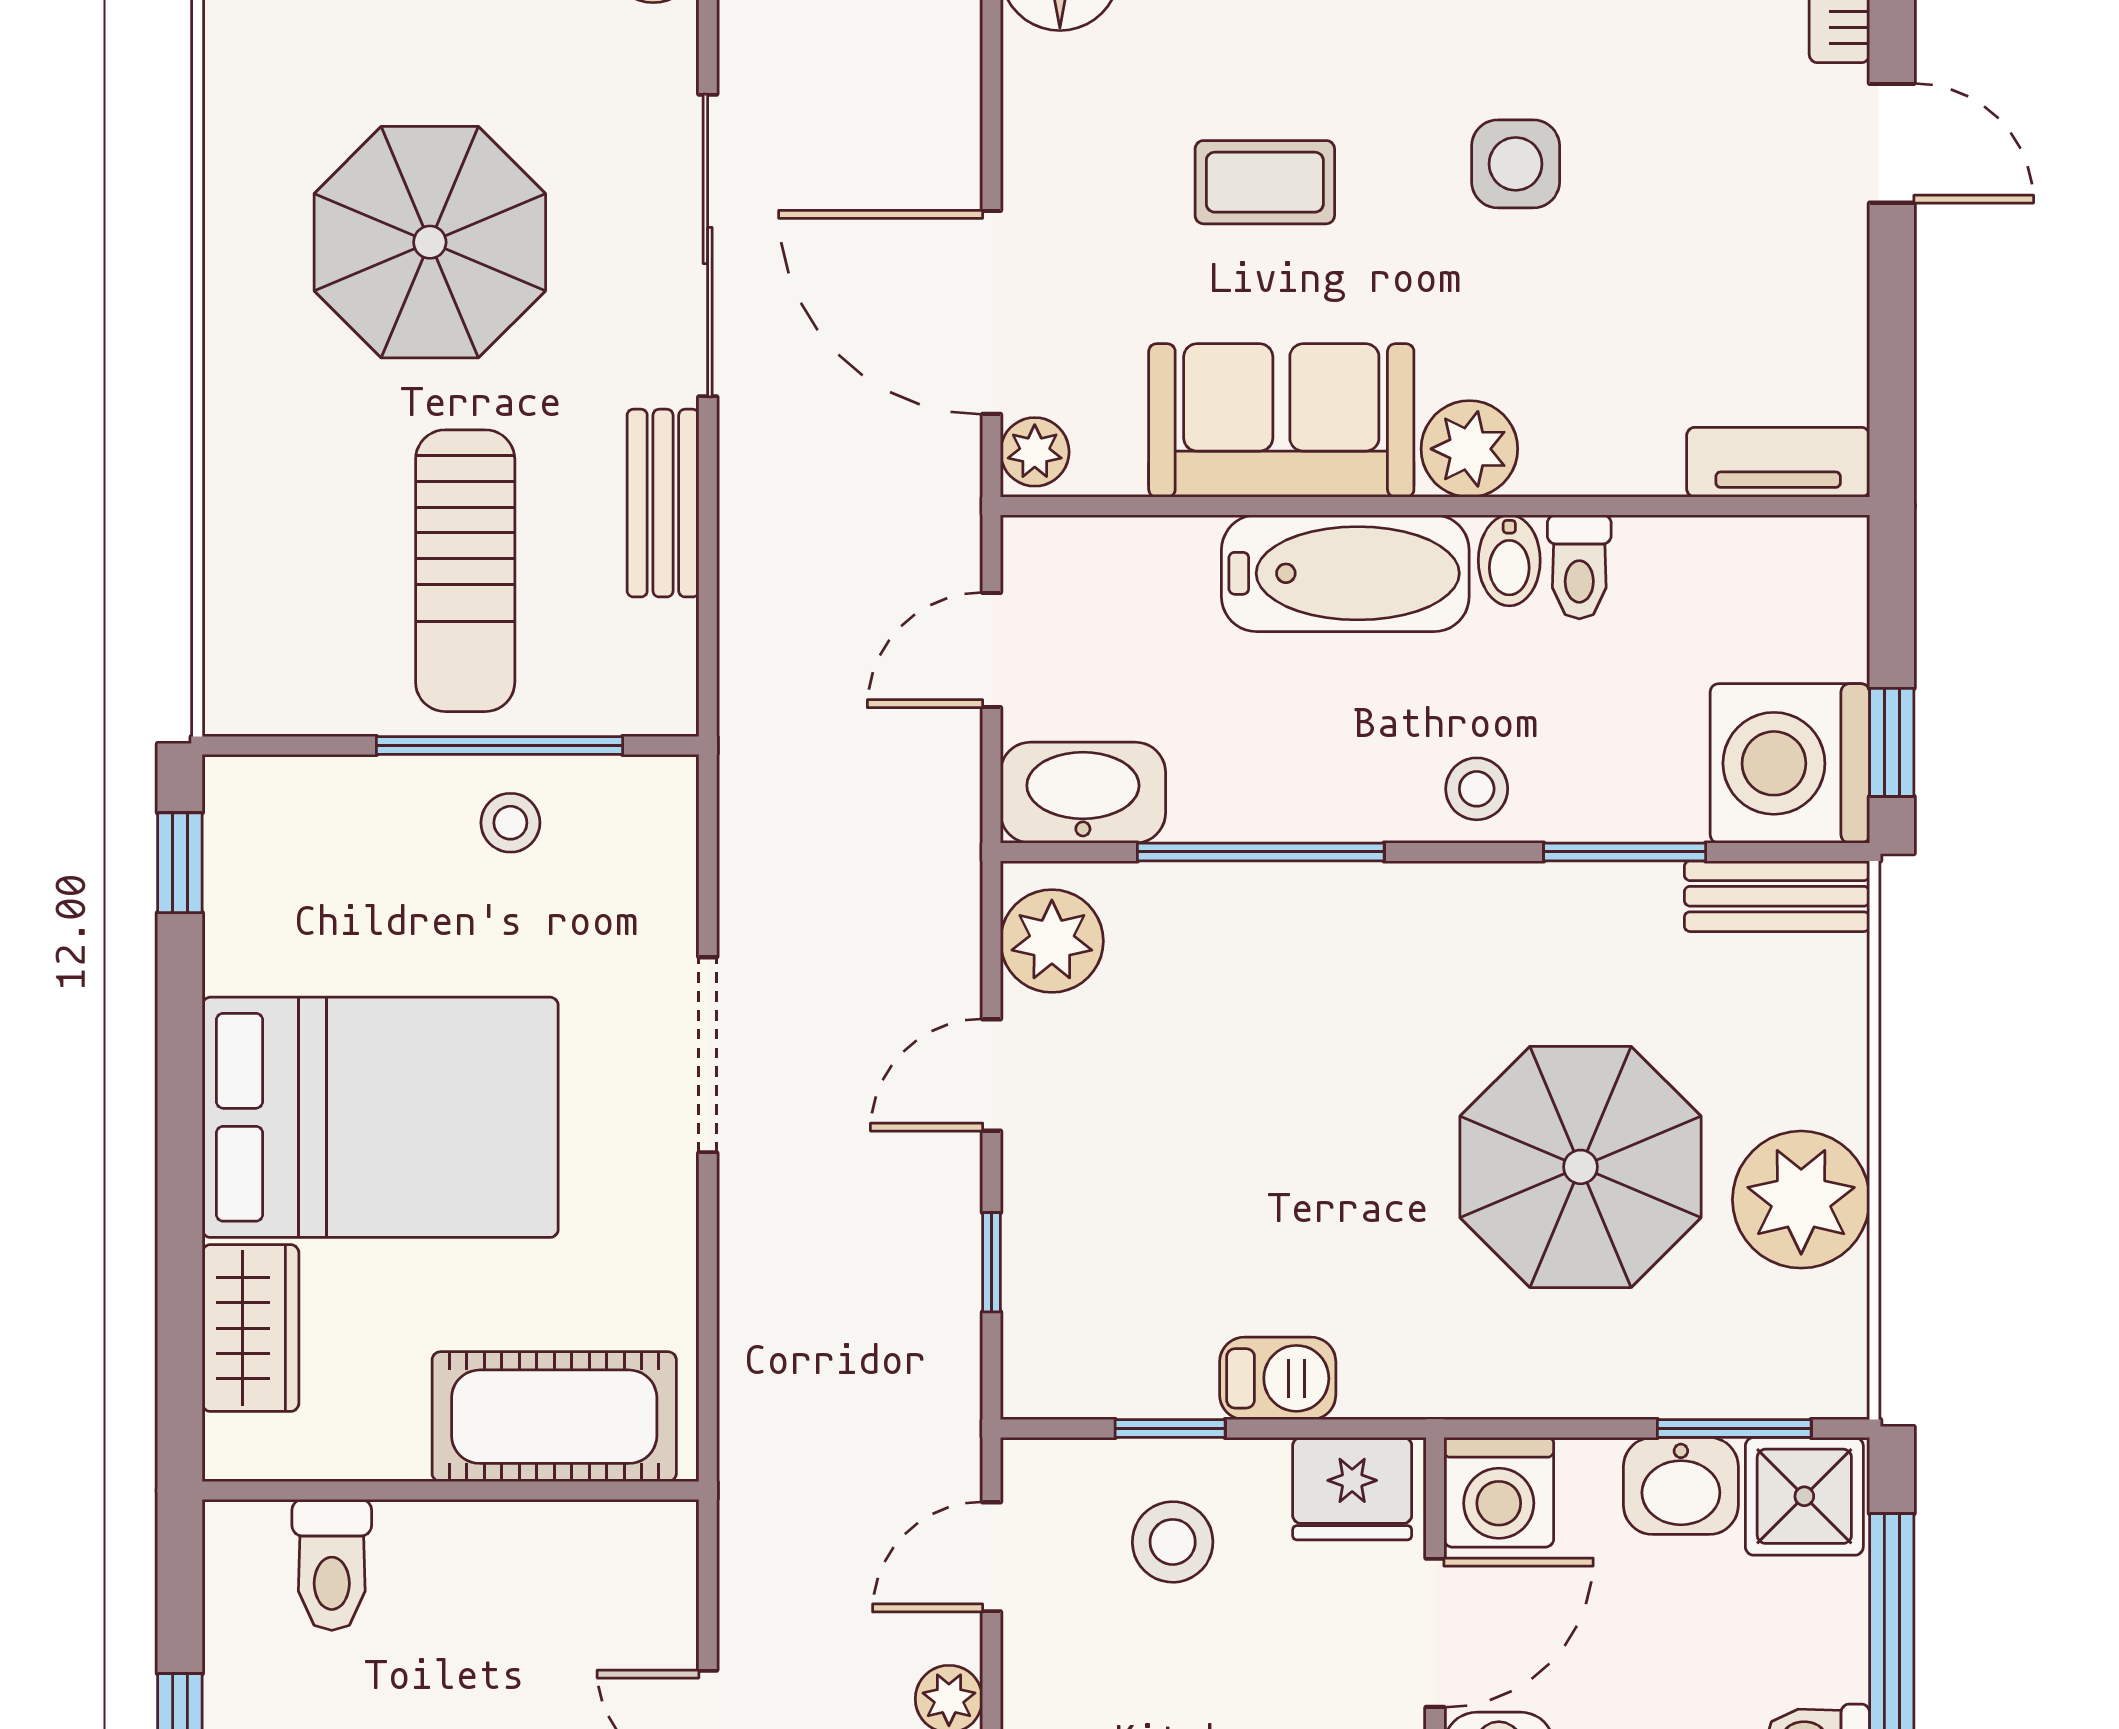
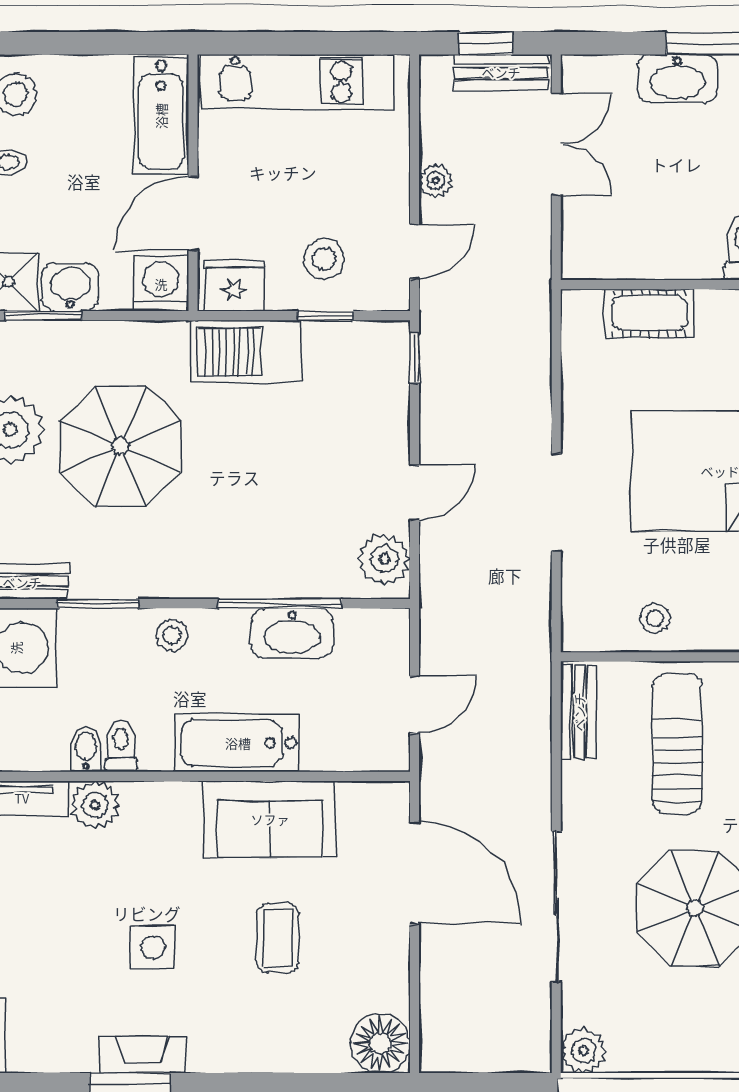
coffee table: (1265, 182) -> (278, 938), turned 90
plant: (1469, 449) -> (95, 805), moved
plant: (1035, 452) -> (393, 803), removed
bench: (663, 503) -> (579, 712), moved
bidet: (1509, 560) -> (86, 749), moved
window: (500, 745) -> (660, 657), removed
washbasin: (1083, 793) -> (292, 633), moved
window: (992, 1262) -> (414, 358), moved
barbecue: (1278, 1378) -> (246, 352), width x1.88, depth x1.53
cot: (554, 1417) -> (649, 313), width x0.73, depth x0.75

